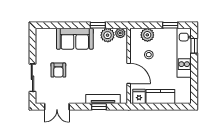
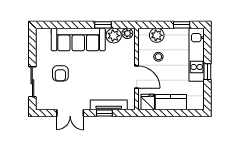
sofa: (75, 39) -> (78, 40), width x1.36
window: (194, 46) -> (207, 72), moved
double door: (57, 107) -> (70, 113), moved

